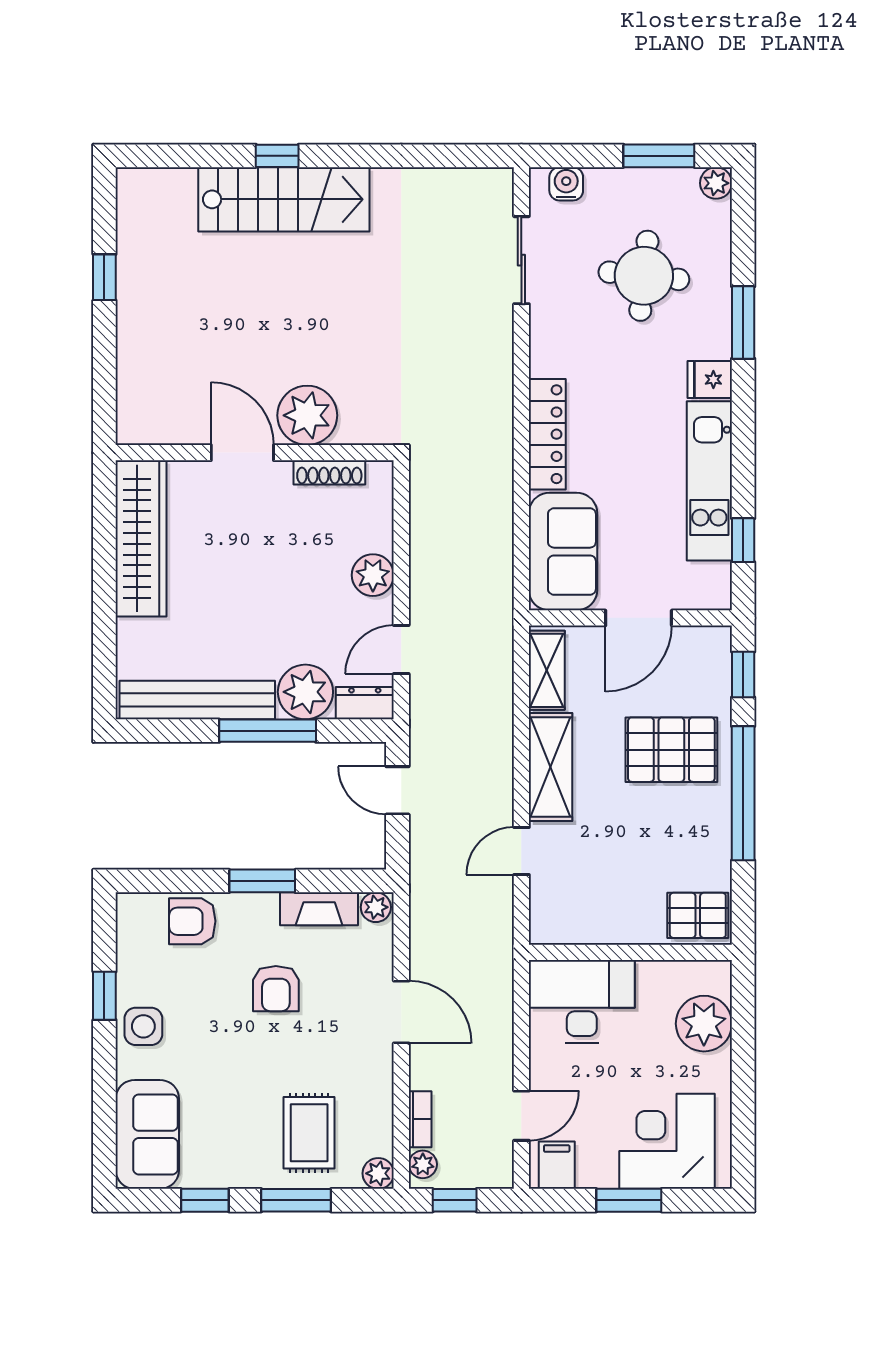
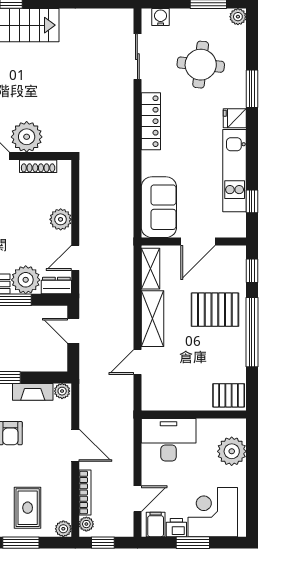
locker: (547, 434) -> (151, 121), moved
bookcase: (420, 1119) -> (85, 493), width x1.56
printer: (597, 1171) -> (176, 528), added

